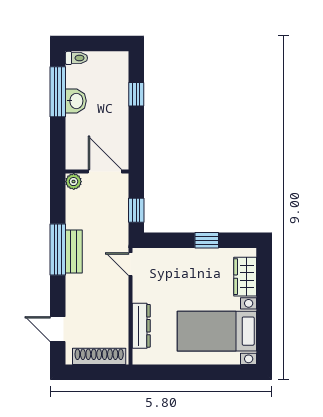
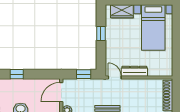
door: (130, 264) -> (115, 77), swing flipped
dresser: (141, 326) -> (134, 71), moved

